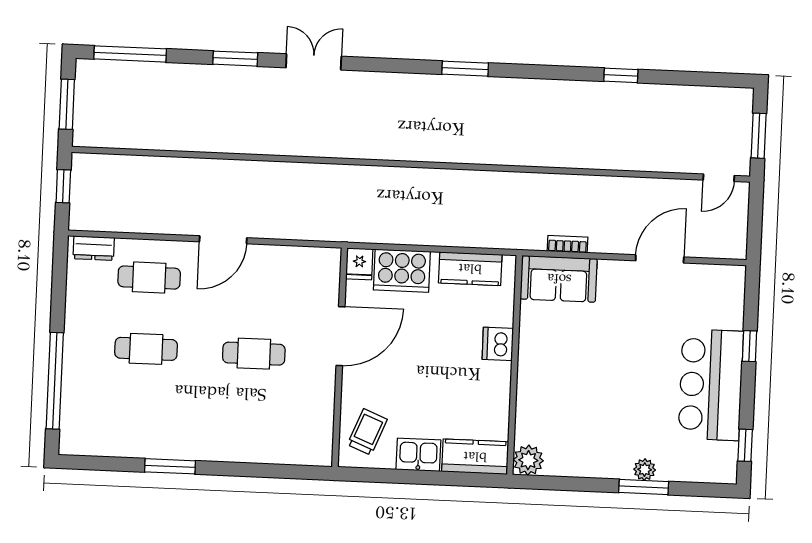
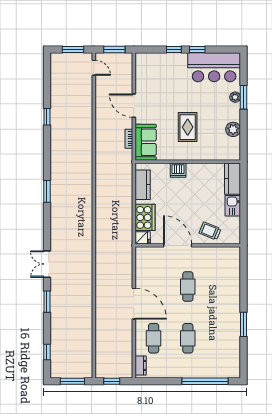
window: (130, 54) -> (47, 352), width x0.46
window: (755, 222) -> (114, 50), added
door: (223, 240) -> (134, 304), width x1.36
door: (660, 259) -> (134, 106), moved
rug: (586, 368) -> (188, 127), added
bar counter: (711, 385) -> (214, 67), moved
trolley: (367, 432) -> (210, 231), moved
window: (745, 445) -> (197, 50), moved
plant: (528, 460) -> (233, 129), moved

